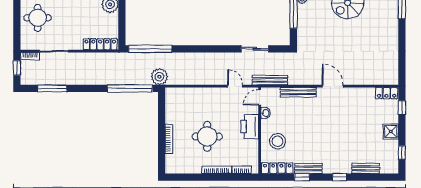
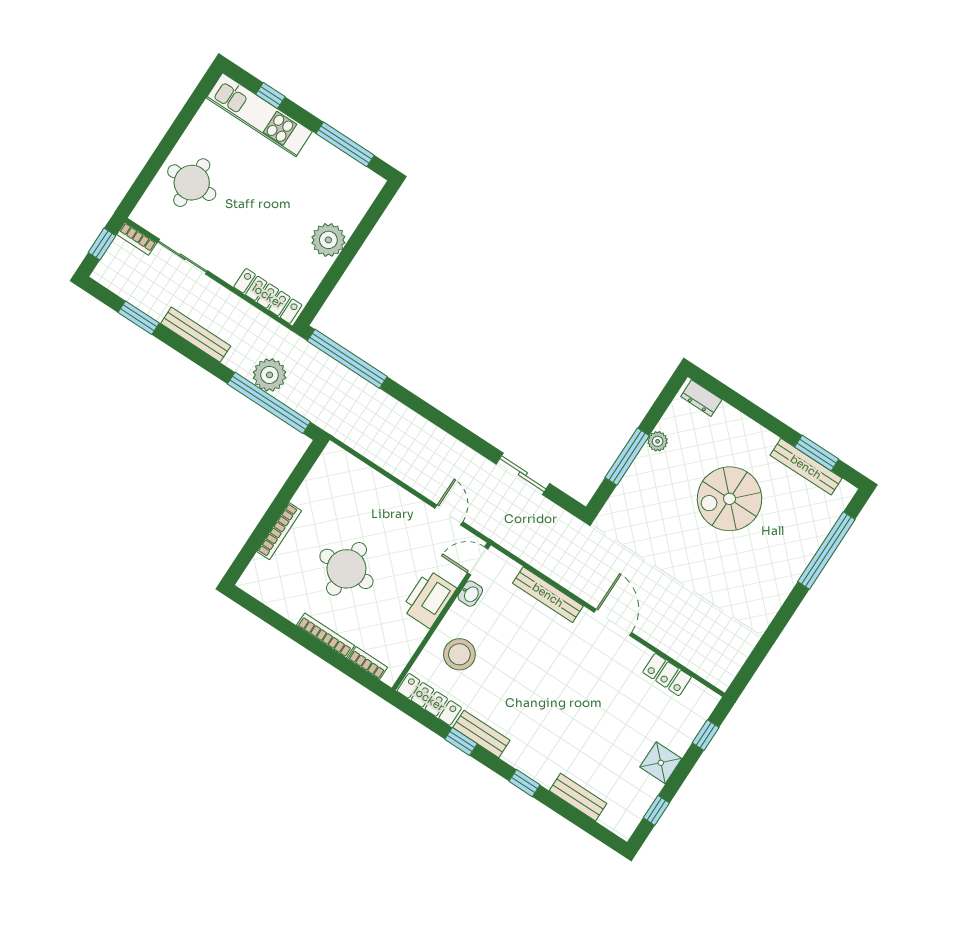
plant: (159, 77) -> (270, 375), moved
bench: (270, 80) -> (196, 335), moved
window: (52, 88) -> (139, 318), width x0.69
locker: (387, 93) -> (667, 675), moved

